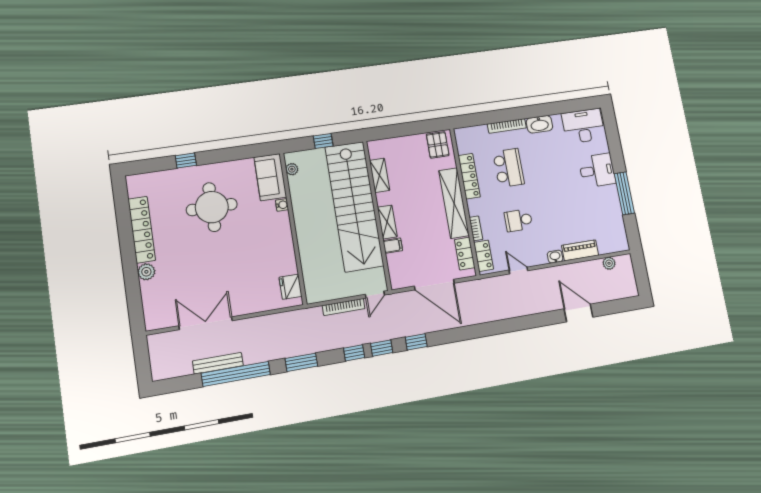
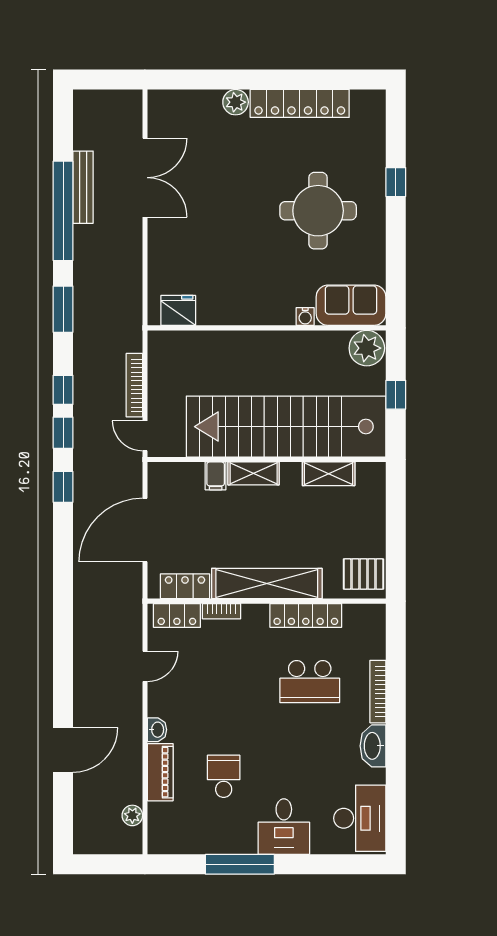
plant: (292, 169) -> (367, 348), width x1.87, depth x1.87
school desk: (518, 220) -> (224, 776), moved

